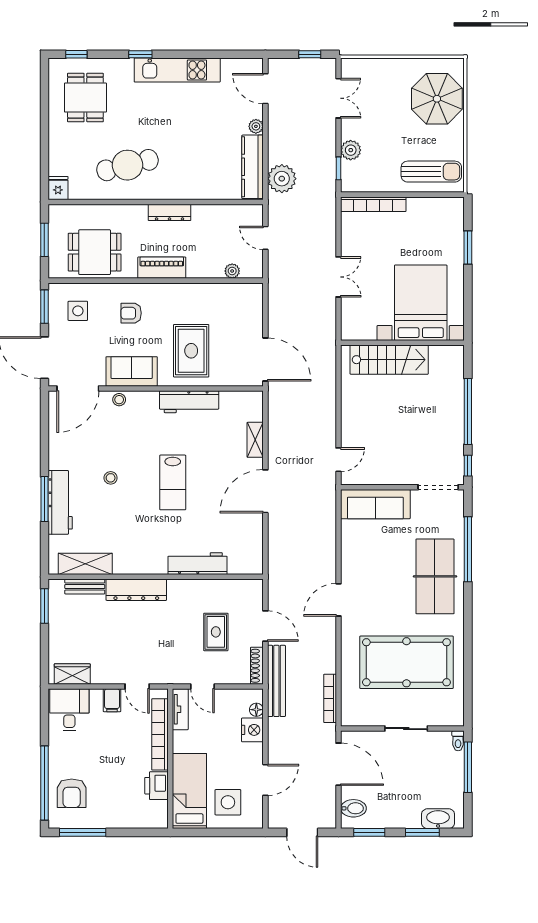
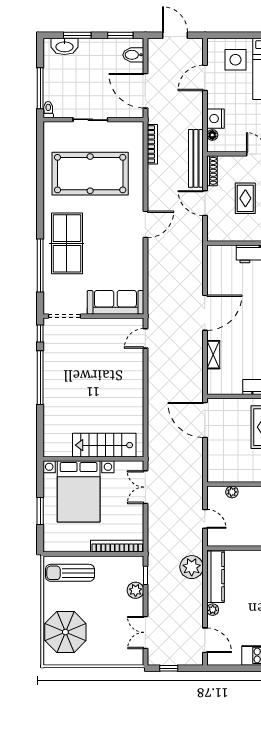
bed with nightstands: (421, 303) -> (79, 491), moved
wall: (402, 343) -> (93, 459), moved
stairs: (389, 360) -> (104, 445), moved

